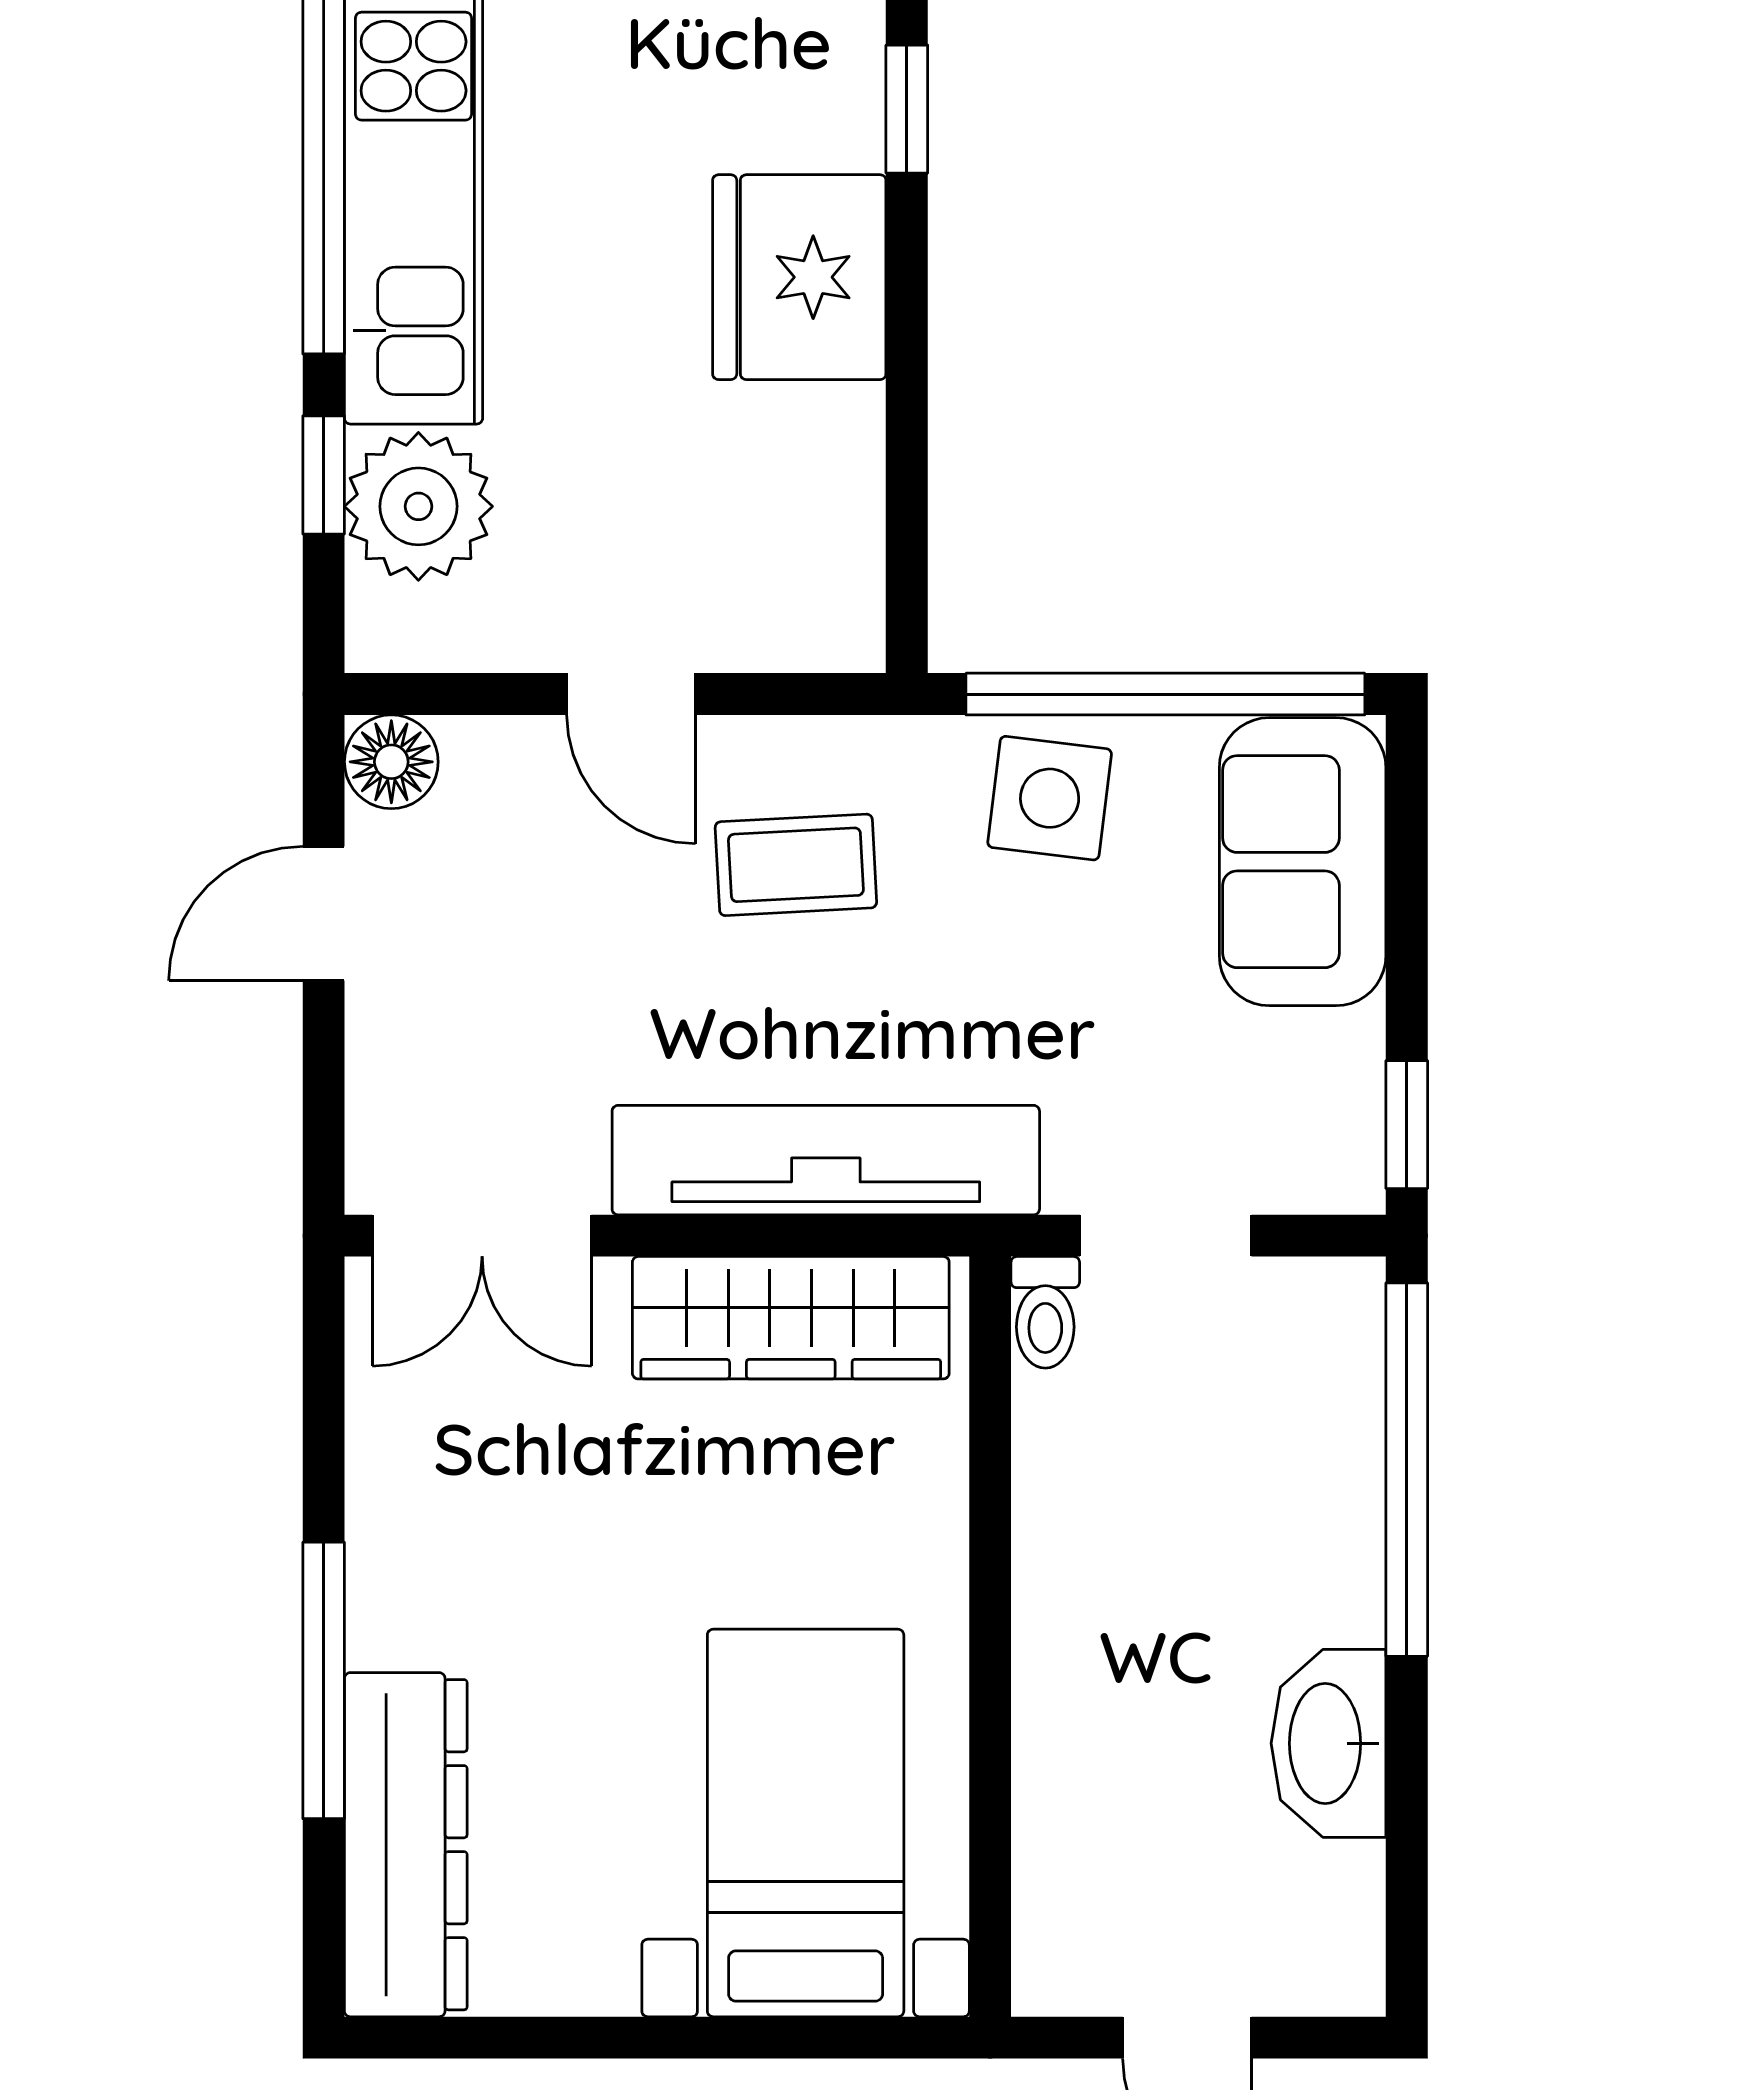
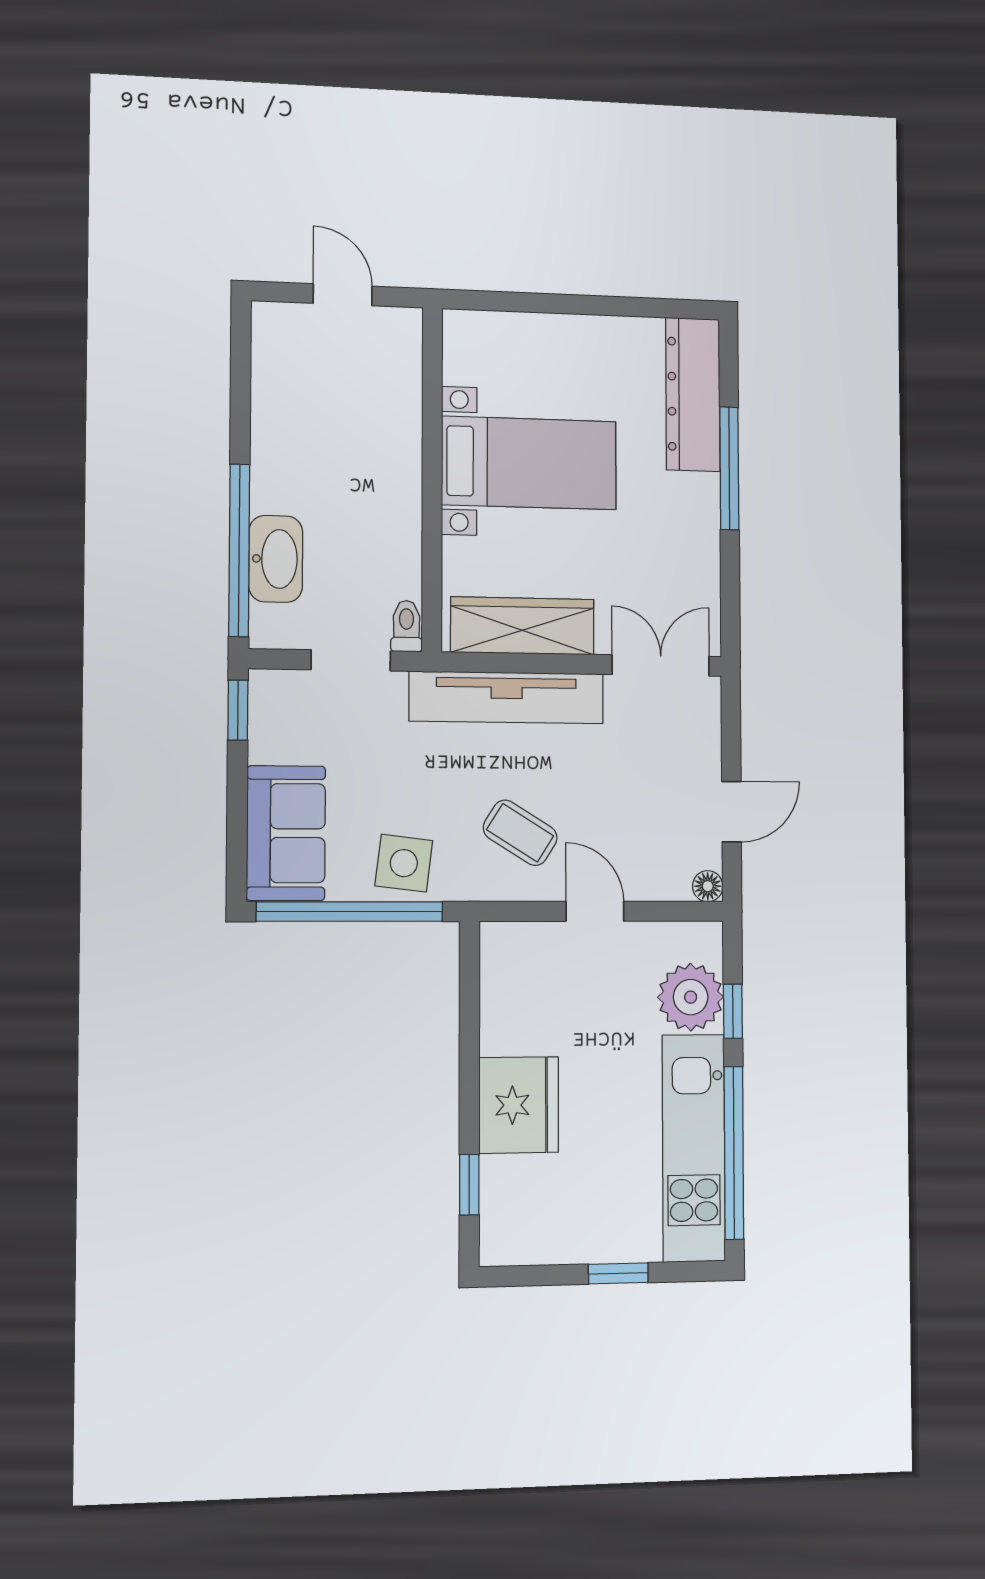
floor lamp: (391, 762) -> (708, 886), width x0.73, depth x0.73
coffee table: (796, 865) -> (520, 833), turned 35
washbasin: (1329, 1743) -> (276, 559), moved
bed with nightstands: (806, 1823) -> (529, 463), moved, turned -90

